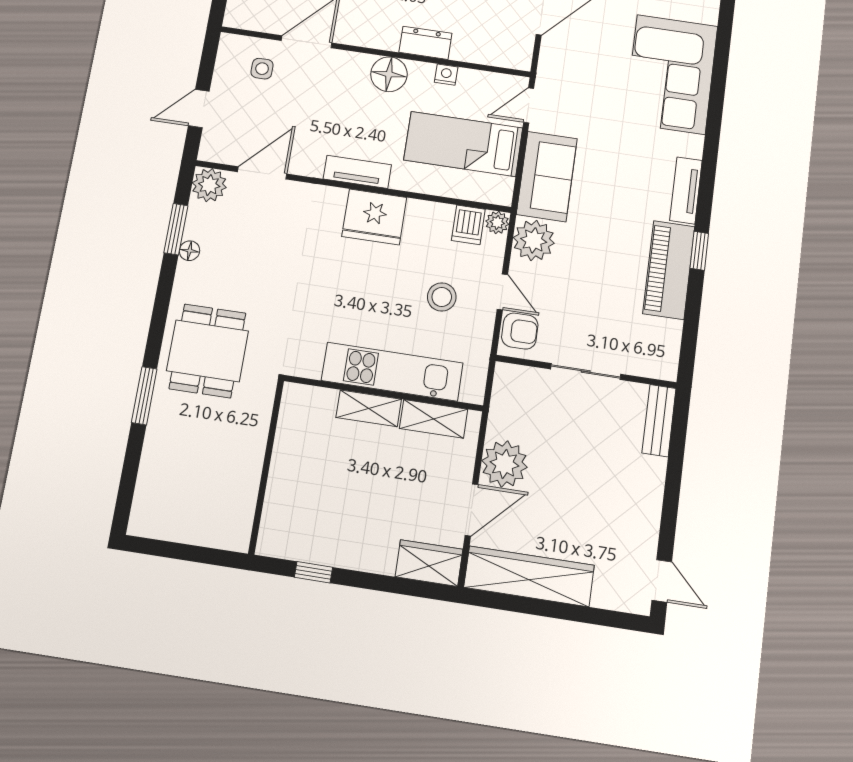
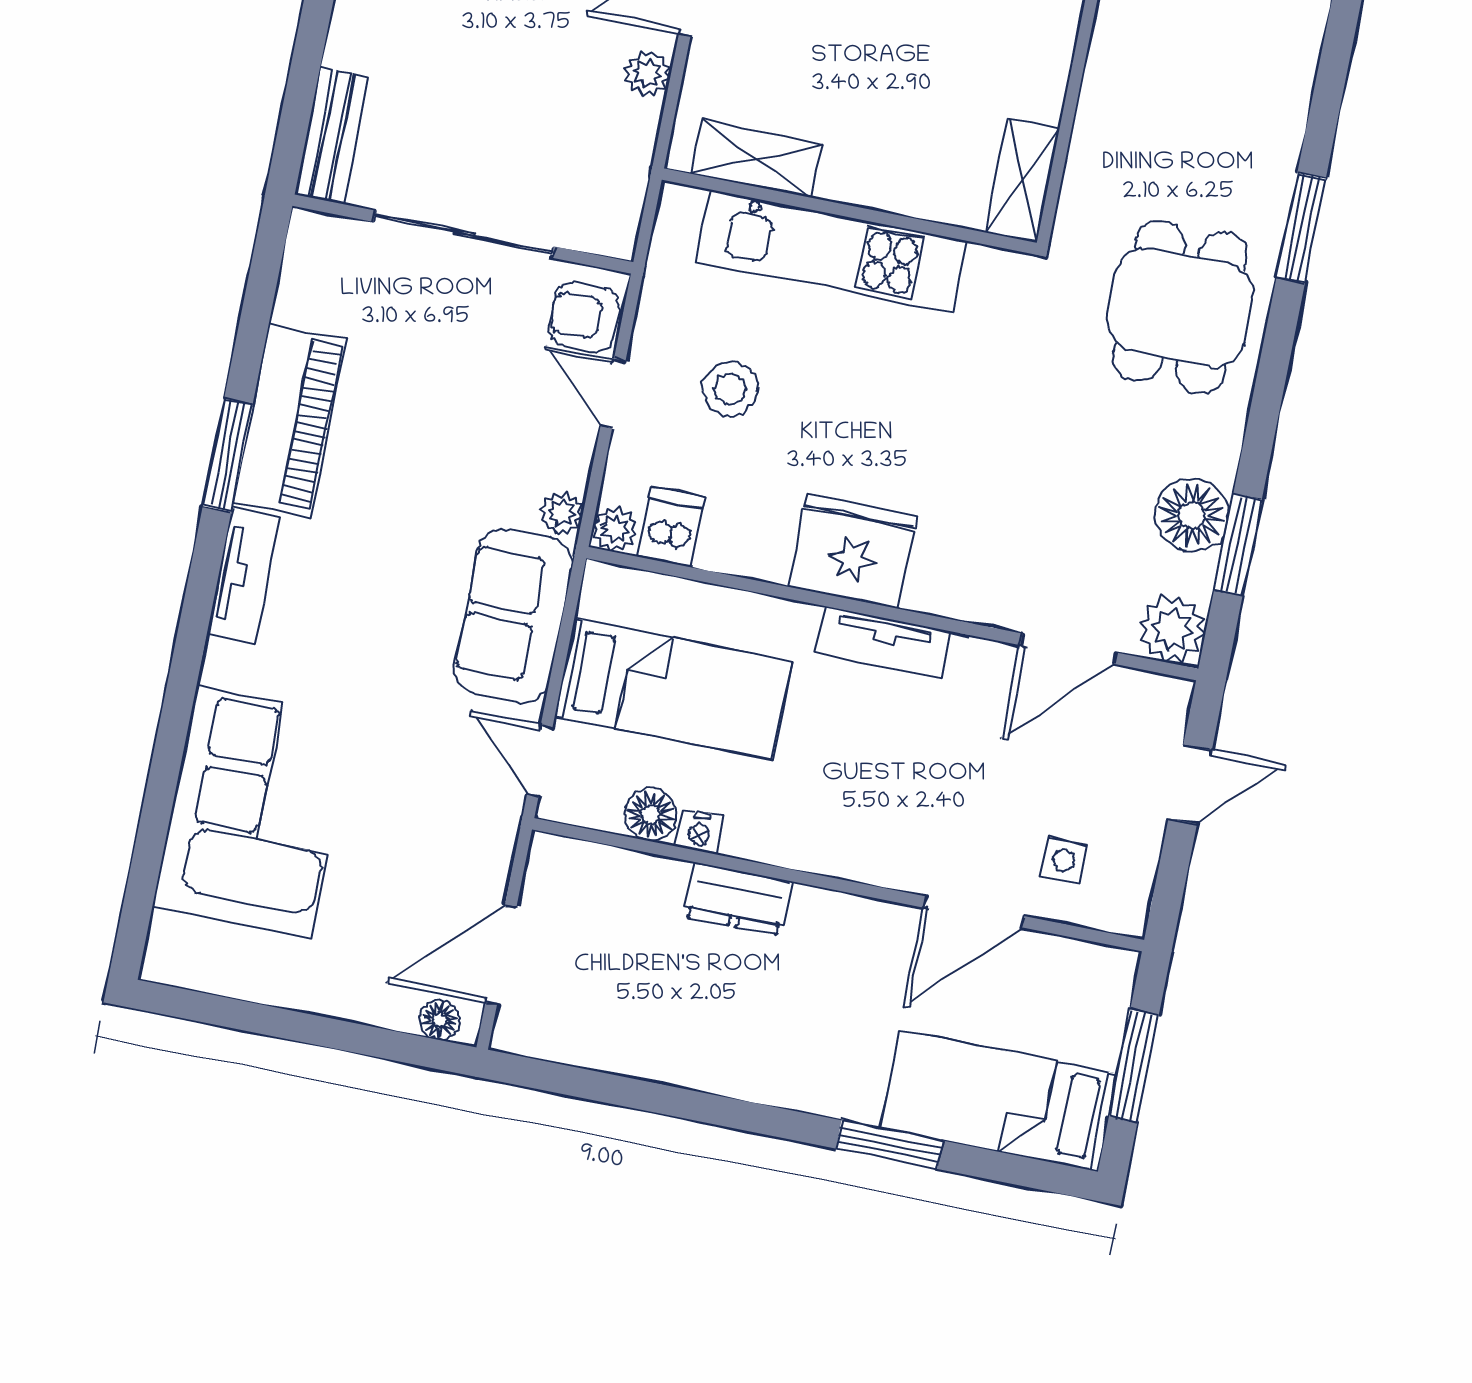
floor lamp: (389, 74) -> (651, 815), moved, width x0.73, depth x0.73
door: (529, 105) -> (540, 761), swing flipped
plant: (534, 240) -> (561, 513), width x0.53, depth x0.53
floor lamp: (190, 251) -> (1192, 515), width x1.89, depth x1.89
window: (699, 251) -> (228, 455), width x1.50
sliding door: (586, 372) -> (464, 234), width x1.37
shelving: (369, 408) -> (1022, 180), moved, turned 90
plant: (505, 464) -> (648, 73), width x0.53, depth x0.53

